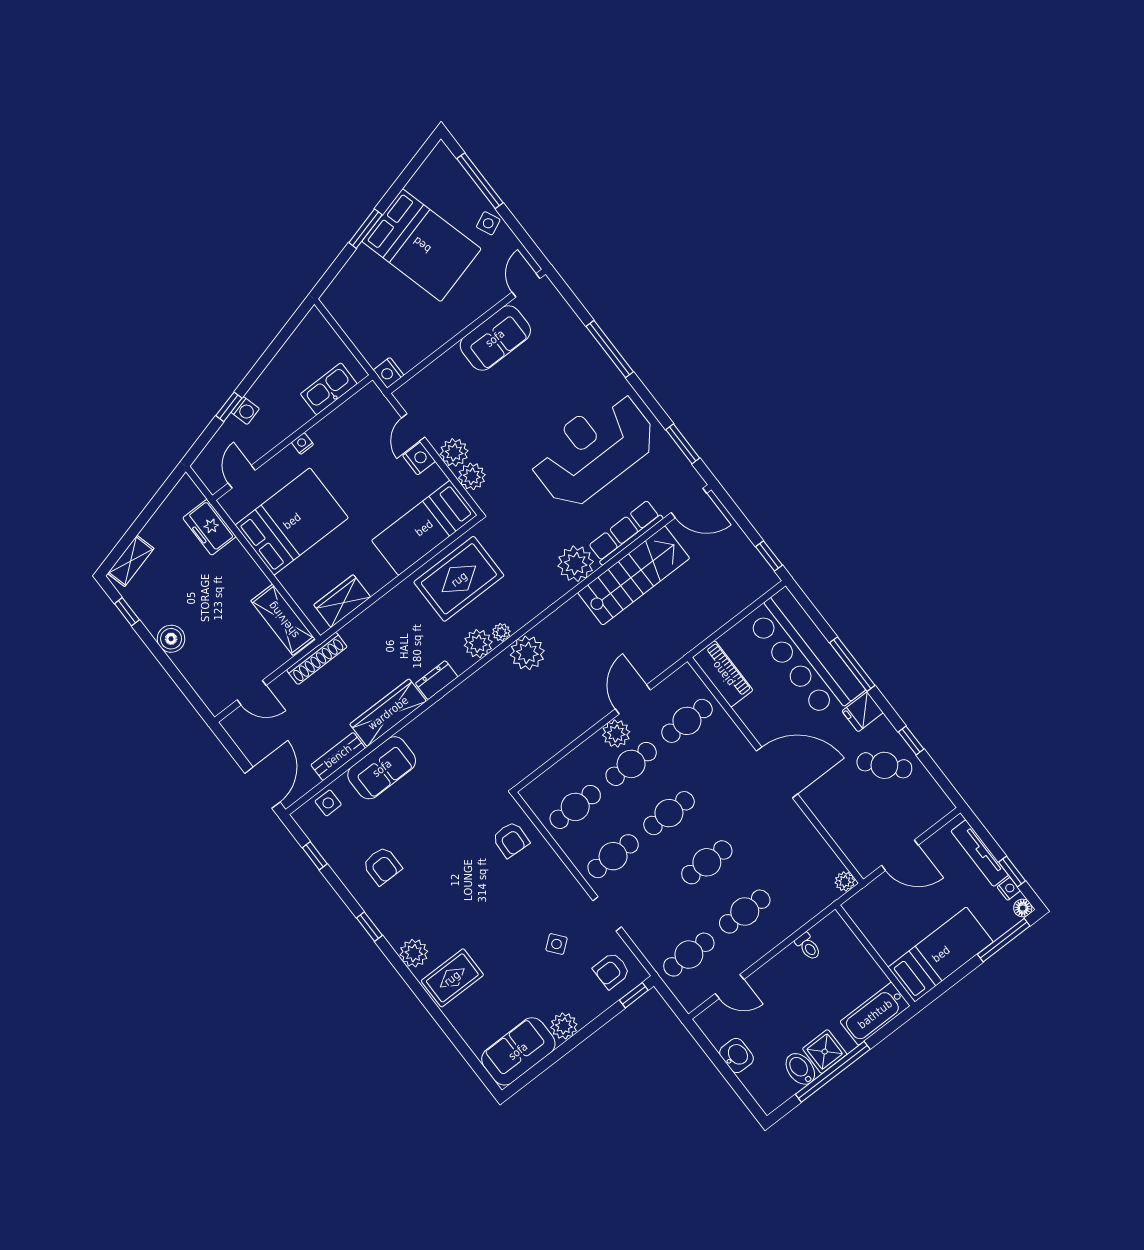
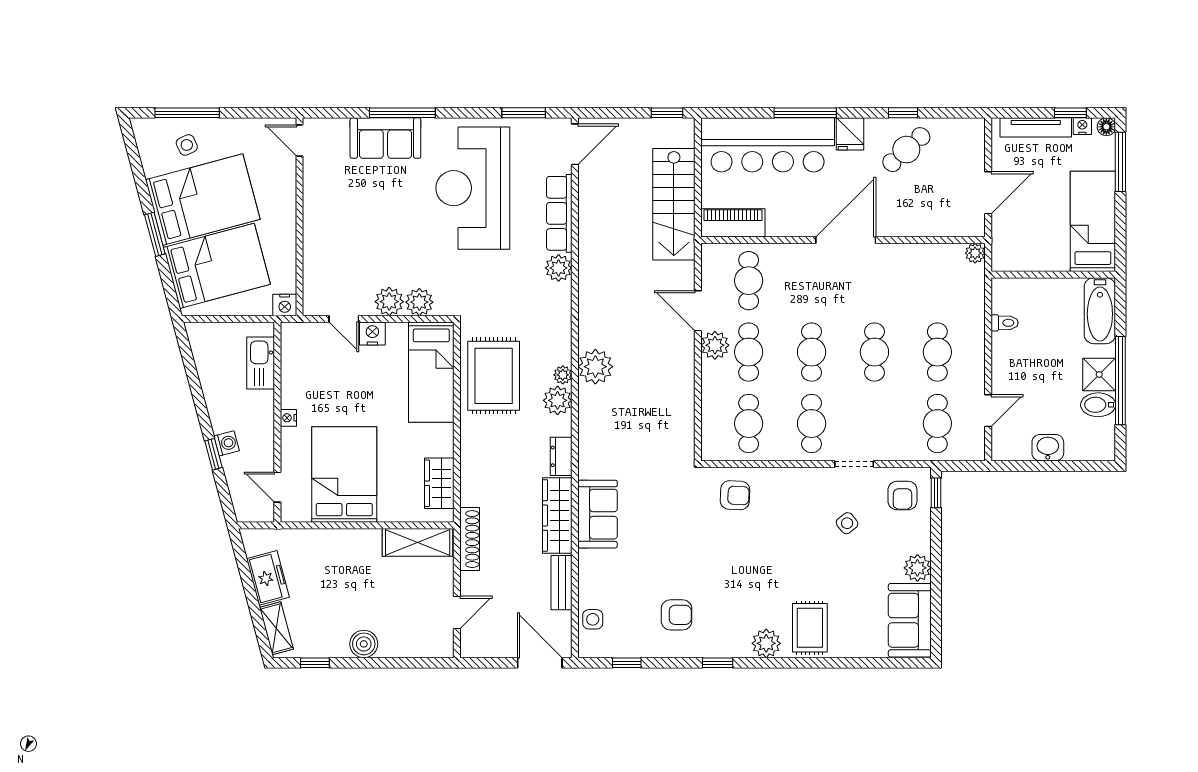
side table: (488, 223) -> (187, 145), moved
bed: (378, 296) -> (217, 266), added
sofa: (495, 338) -> (385, 138), moved, turned 90
freezer: (209, 527) -> (268, 578), moved, turned -105
plant: (576, 564) -> (559, 268), width x0.73, depth x0.73
stairs: (634, 575) -> (674, 204), moved, turned 180
sofa: (382, 768) -> (598, 514), moved

